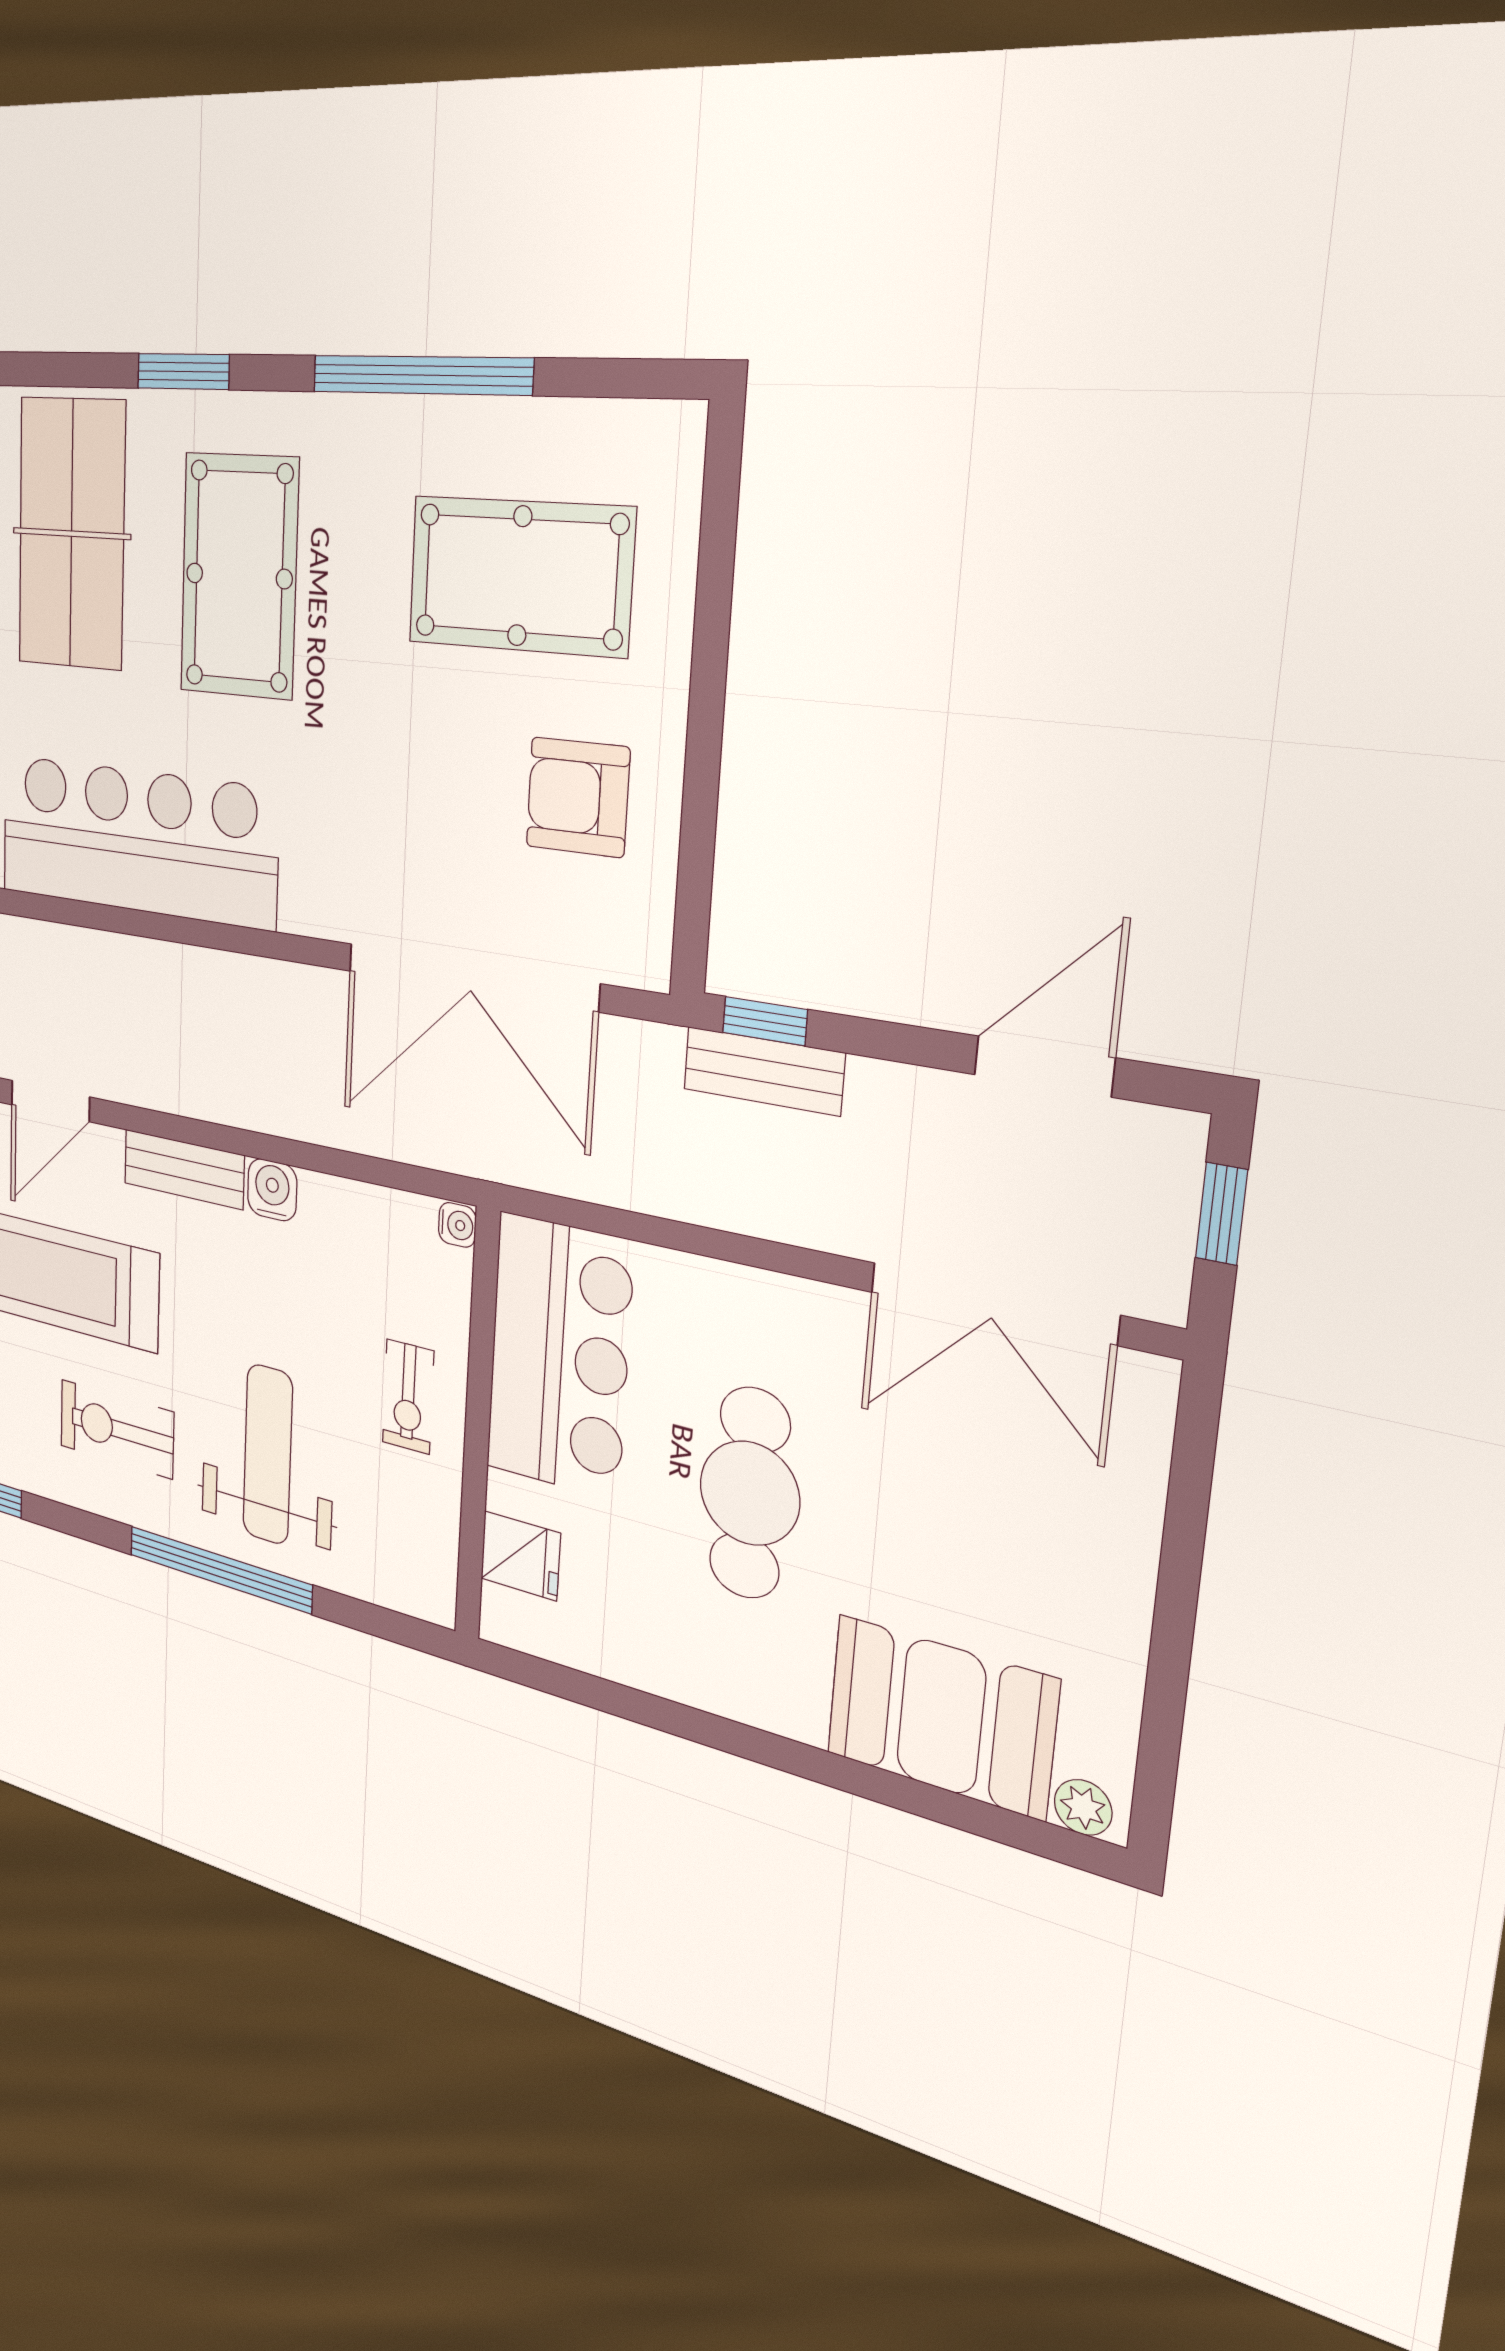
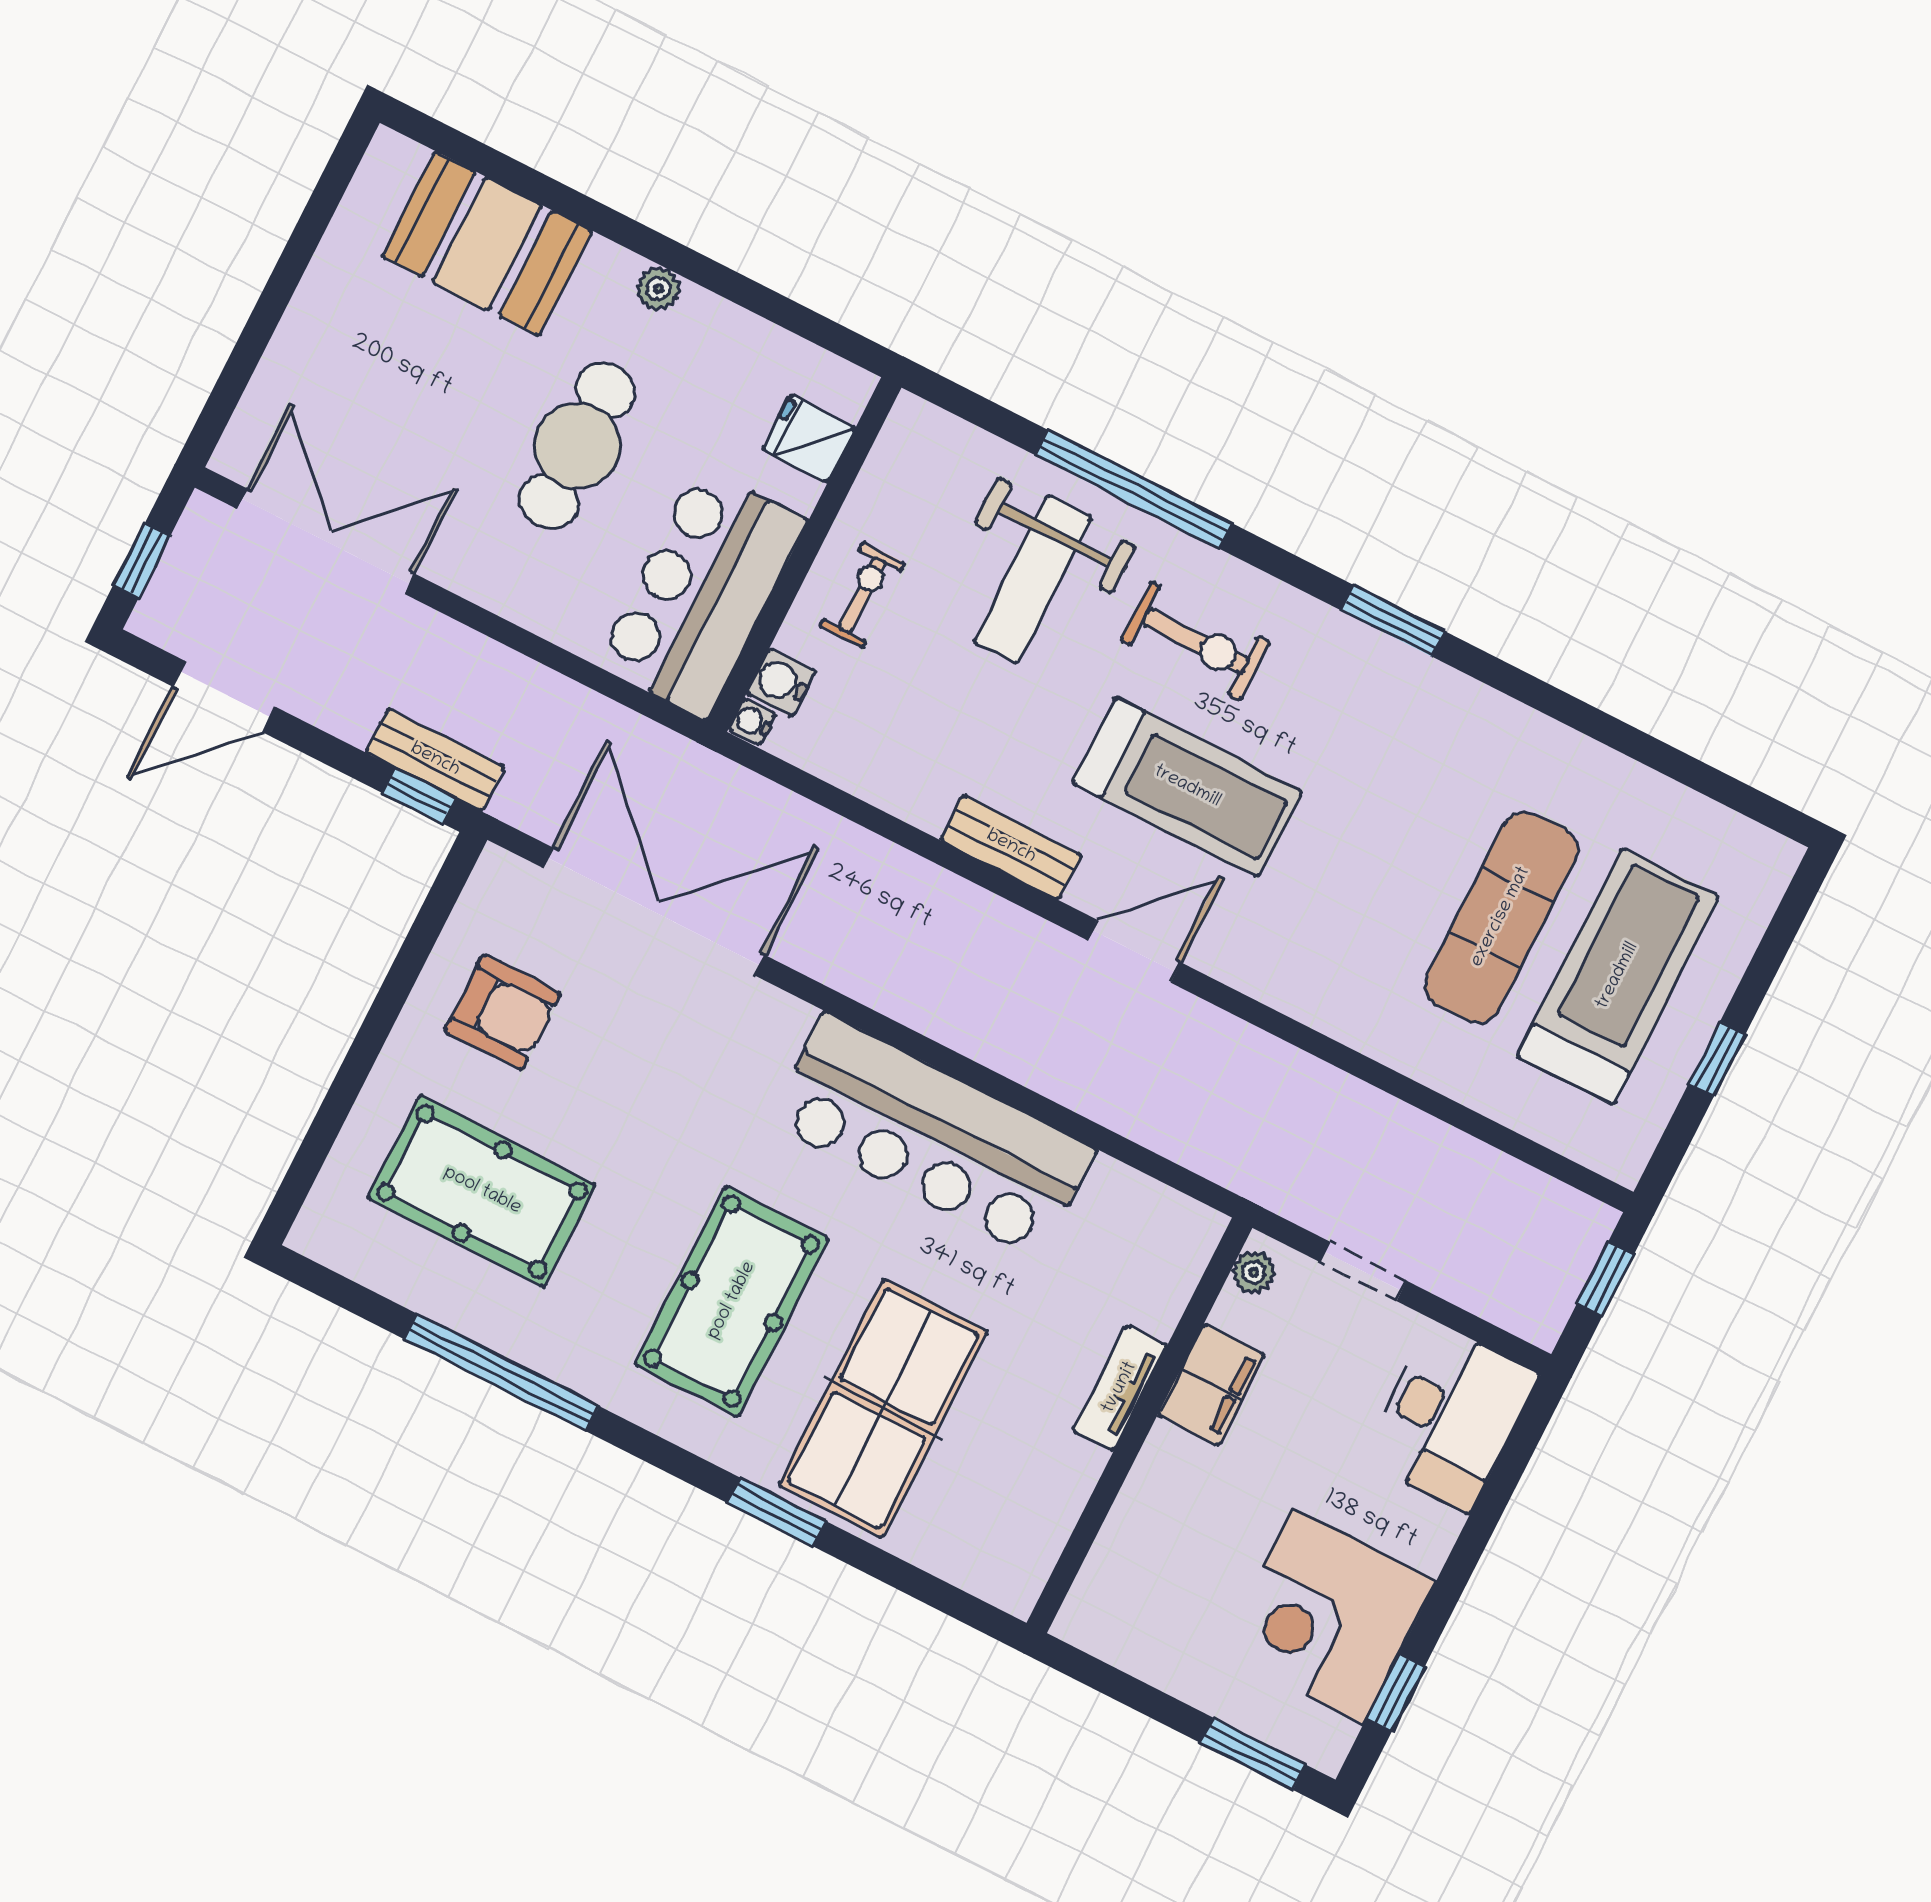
window: (183, 371) -> (777, 1512), moved
water cooler: (272, 1190) -> (781, 682), moved, turned 90
plant: (1083, 1807) -> (658, 289), moved

